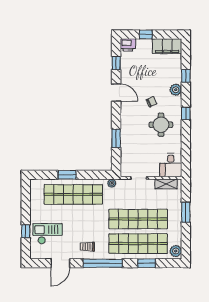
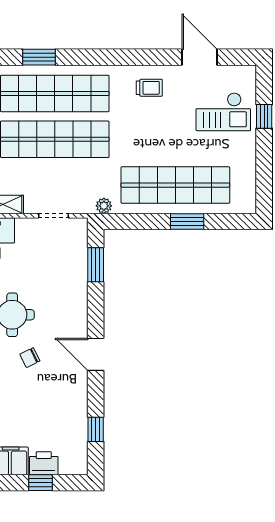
printer: (128, 45) -> (44, 463), moved
door: (116, 92) -> (96, 354), moved
window: (116, 138) -> (96, 265), moved
door: (60, 263) -> (199, 57), hinge flipped
window: (103, 263) -> (121, 57), removed

